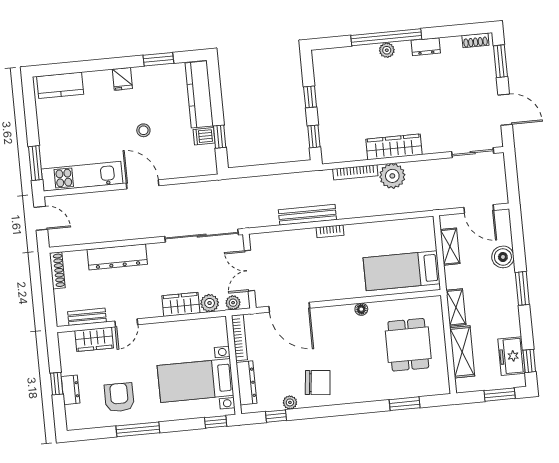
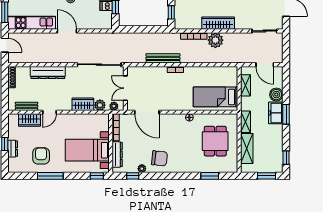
freezer: (511, 356) -> (276, 113), moved

